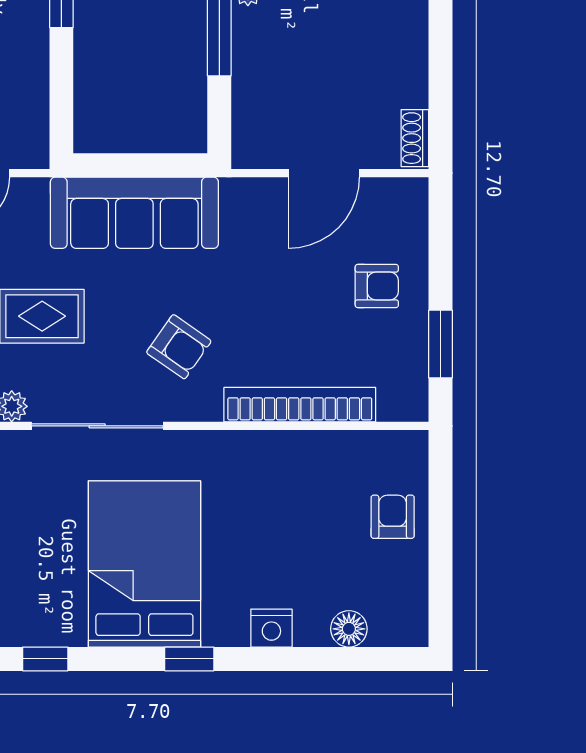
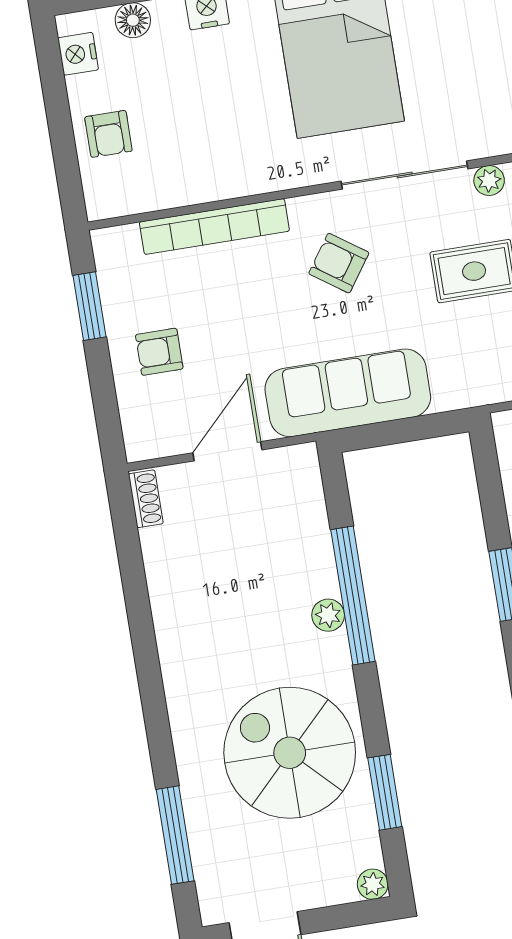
sofa: (134, 213) -> (348, 393), moved
nightstand: (410, 604) -> (78, 54), added

